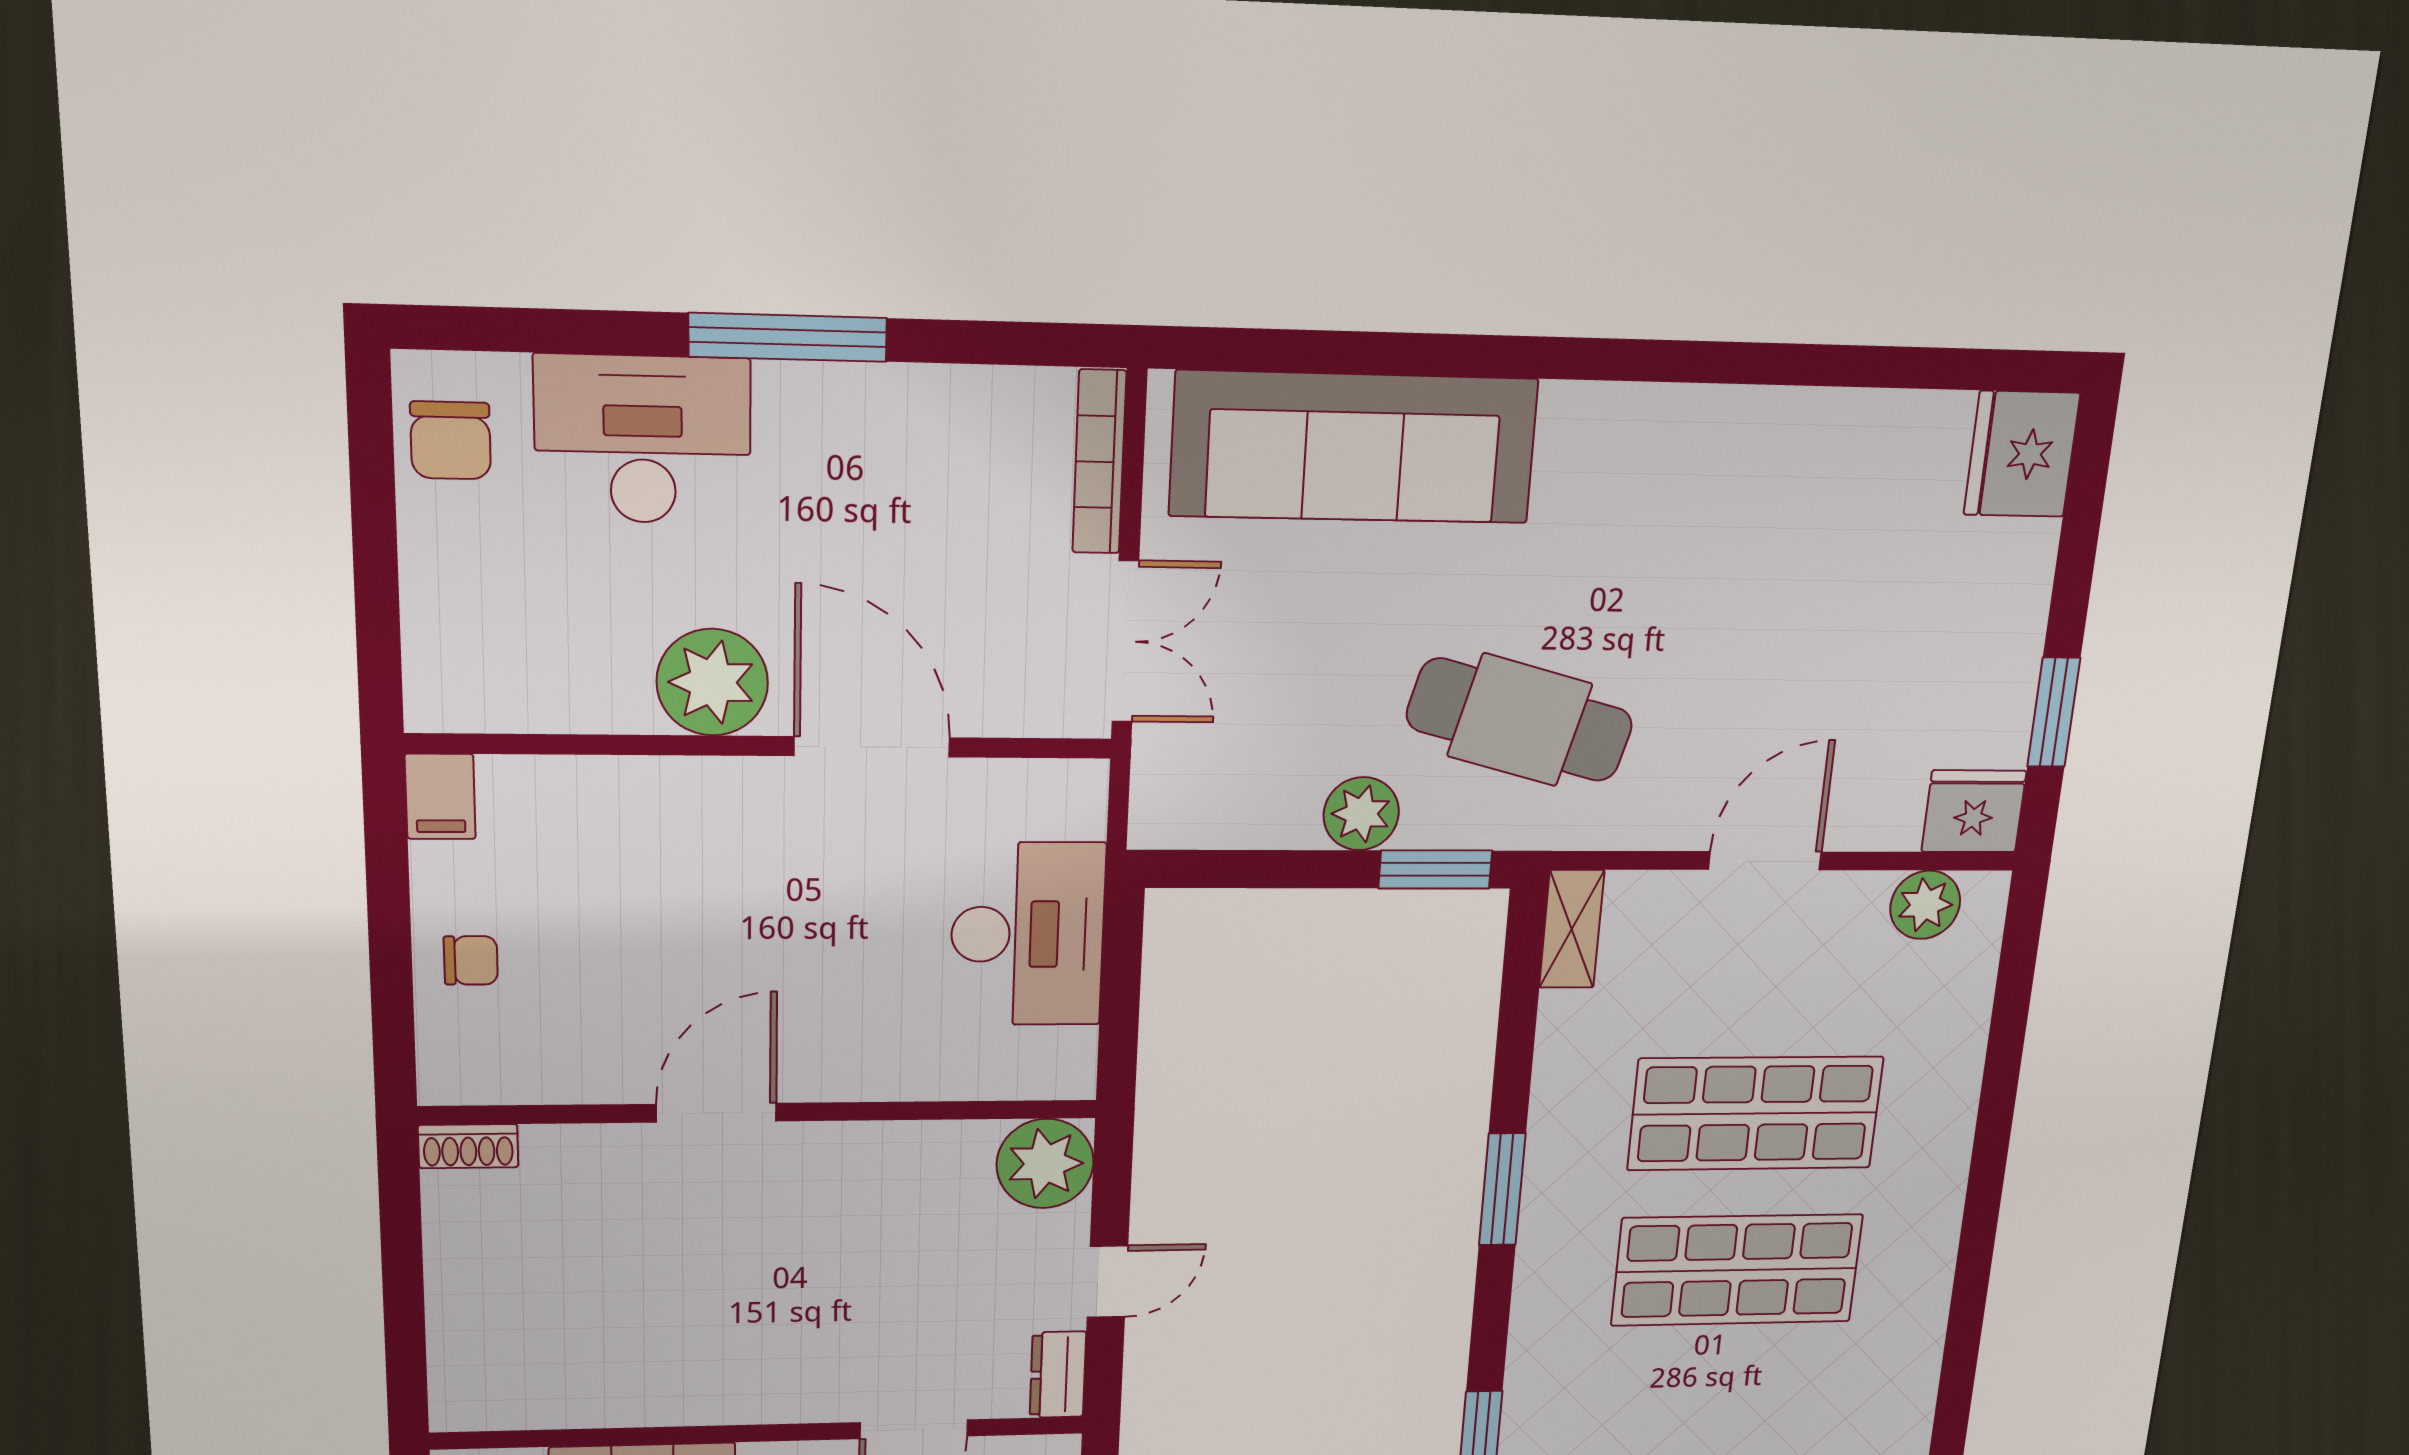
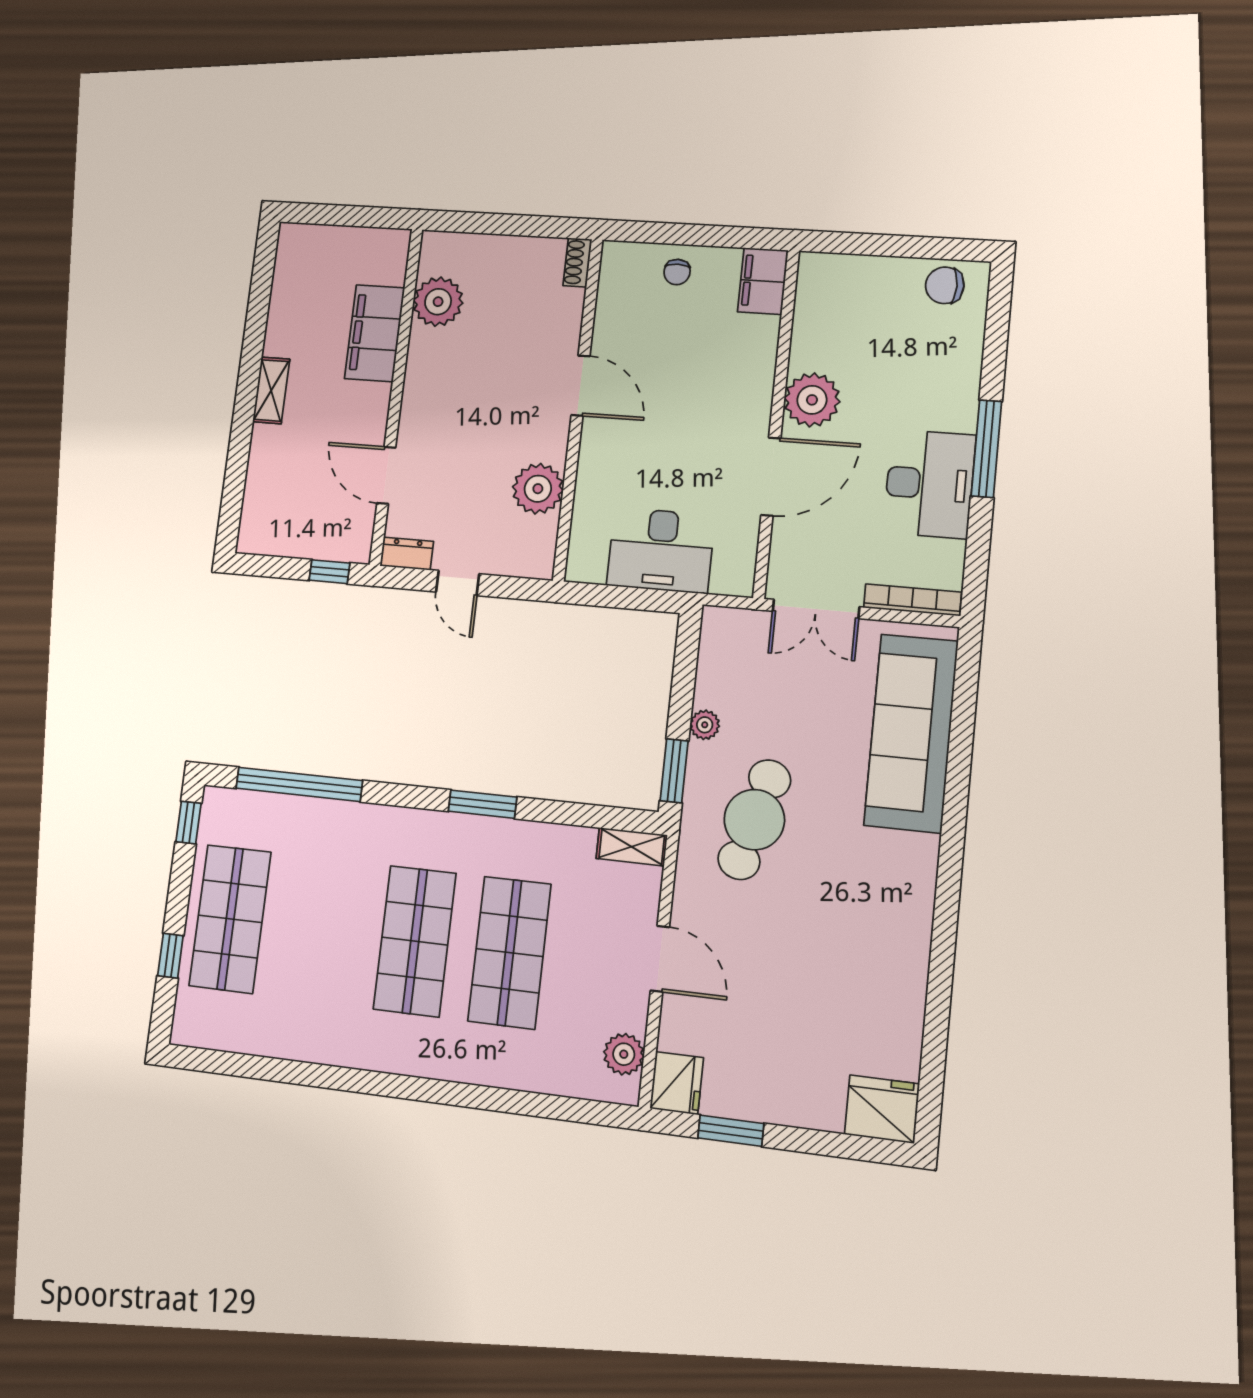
desk: (643, 439) -> (929, 484), moved
filing cabinet: (440, 796) -> (763, 281), width x2.00
plant: (1361, 814) -> (705, 725), width x0.73, depth x0.73
plant: (1045, 1164) -> (538, 489), moved
plant: (571, 1385) -> (438, 302), added

